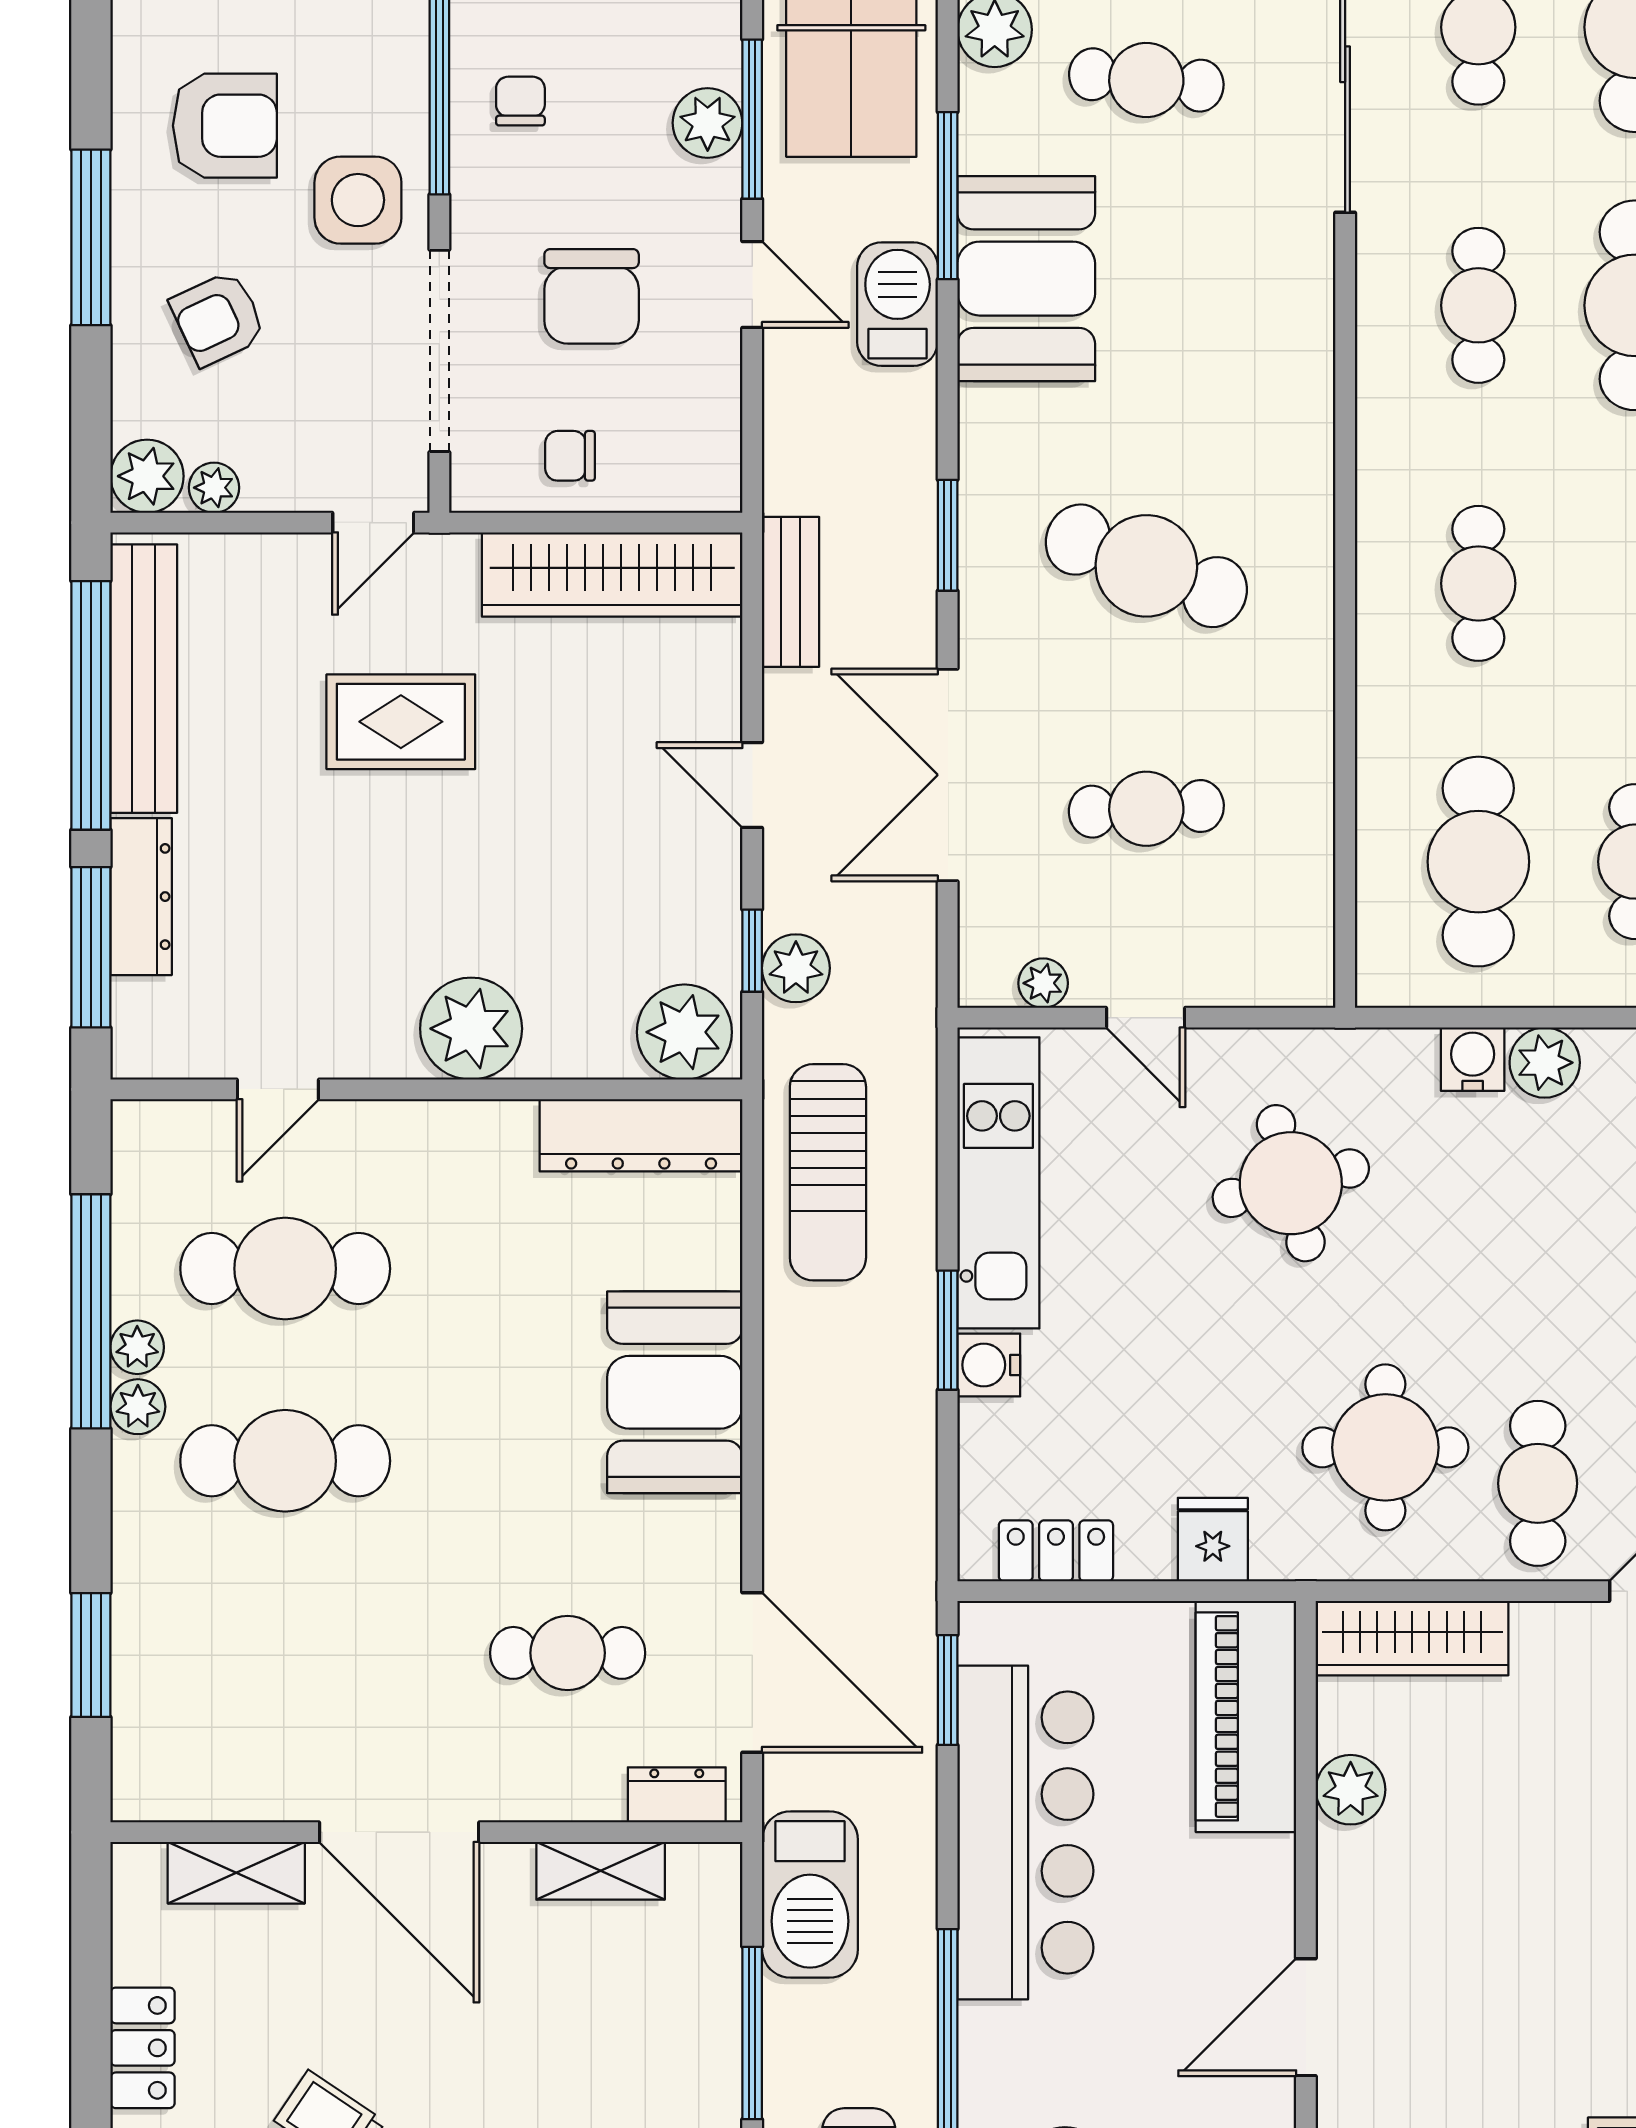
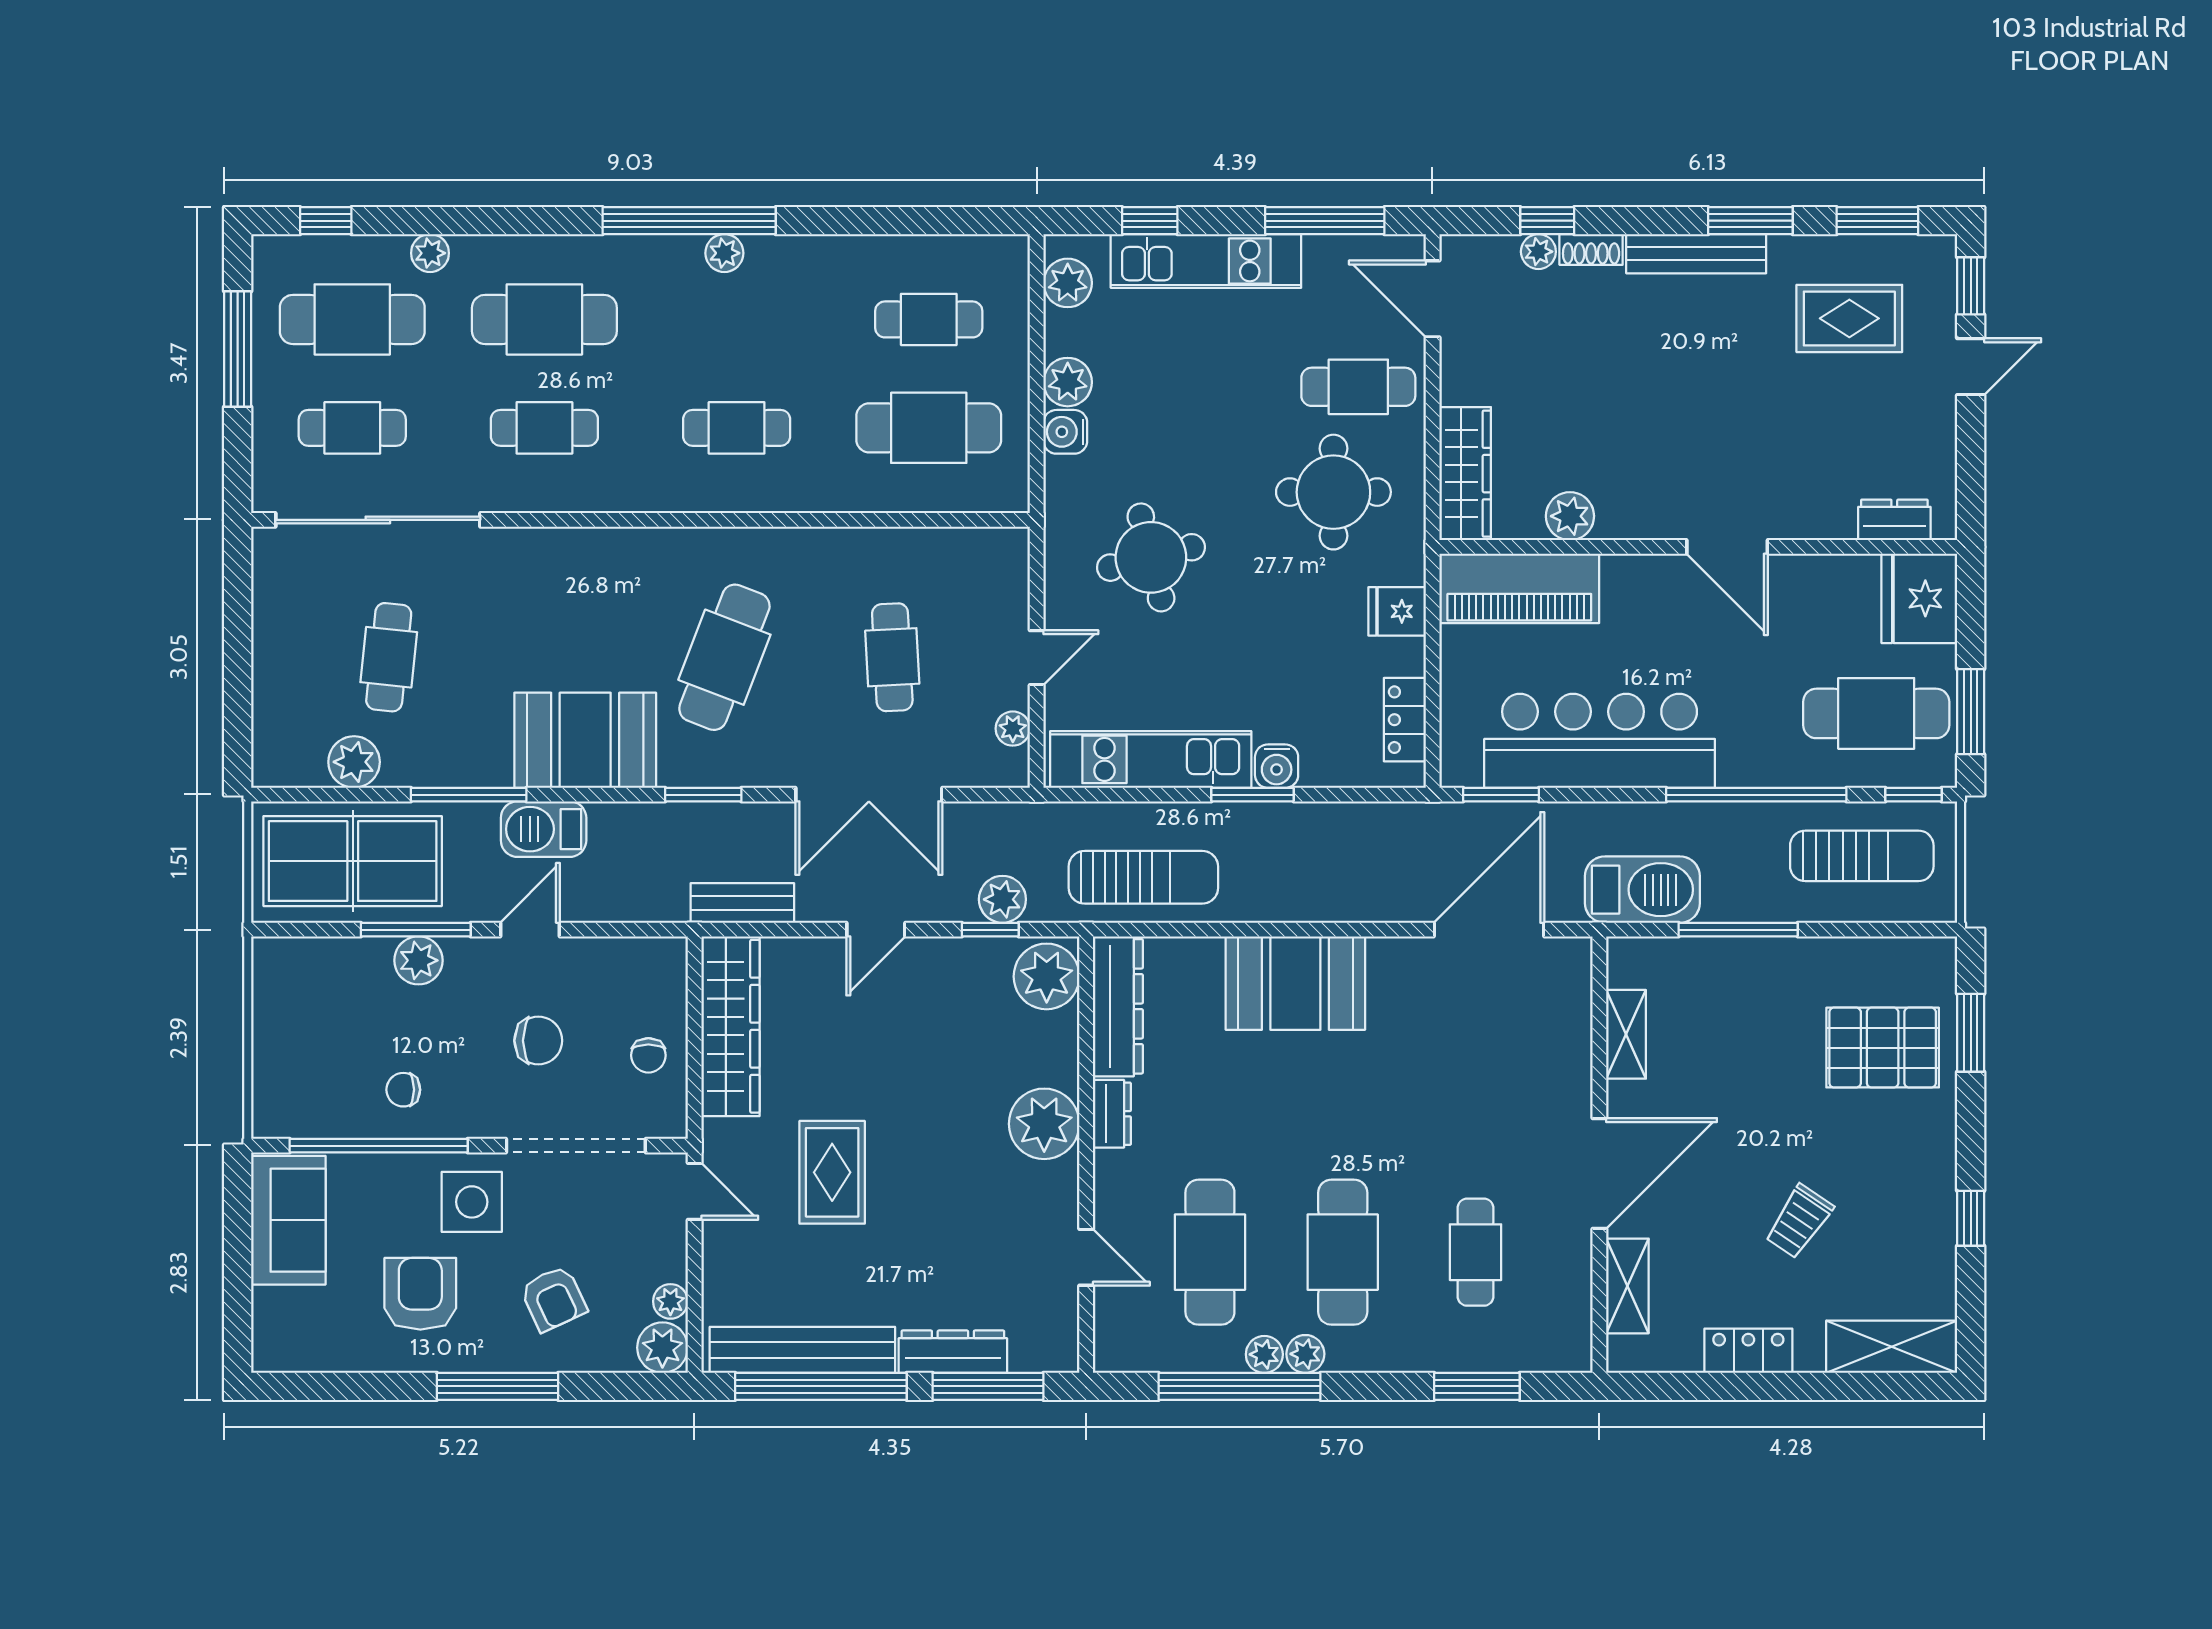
booth: (1026, 279) -> (585, 740), moved
chair: (592, 296) -> (538, 1041), width x0.73, depth x0.73
cafe table: (568, 1653) -> (1476, 1252), moved
dresser: (677, 1795) -> (1112, 1114), moved, turned 180

